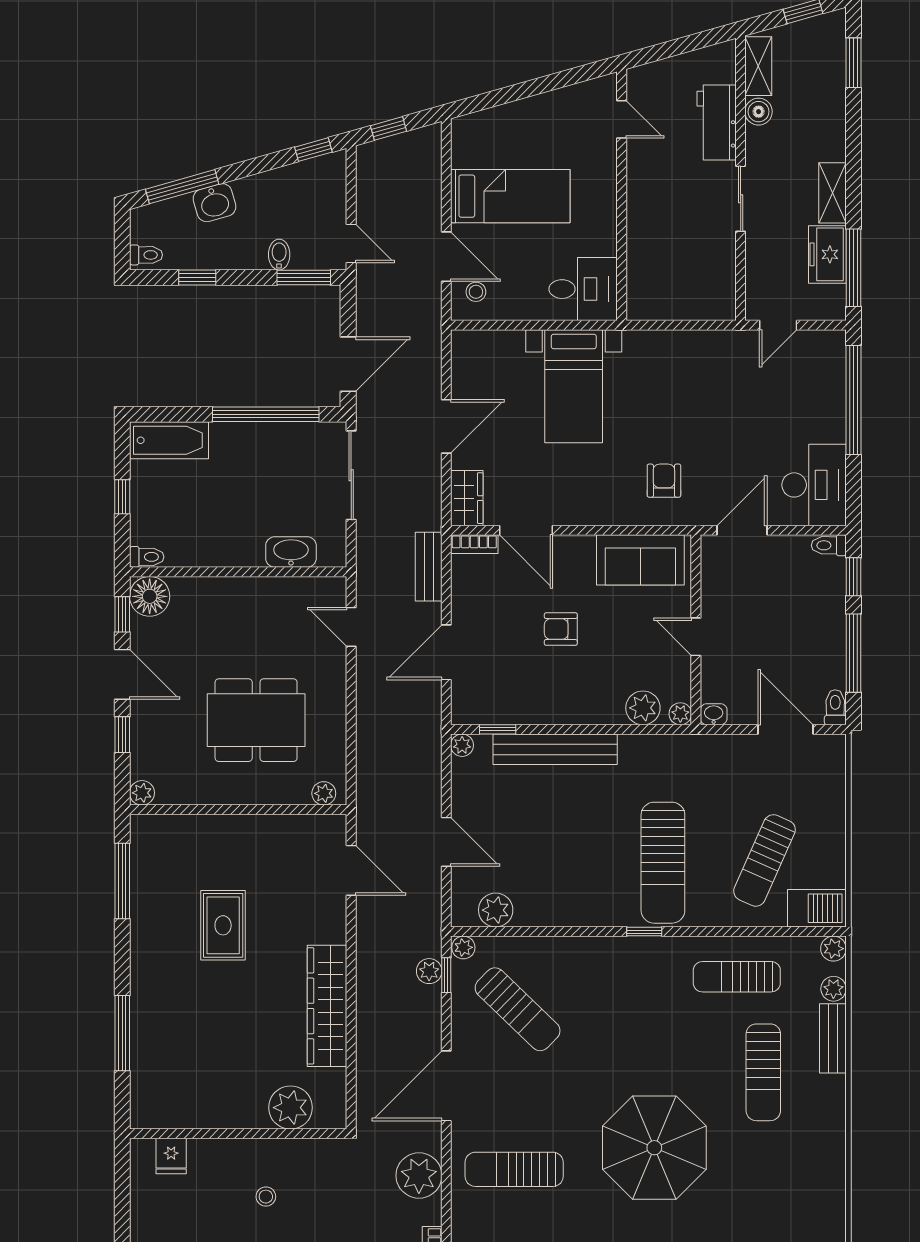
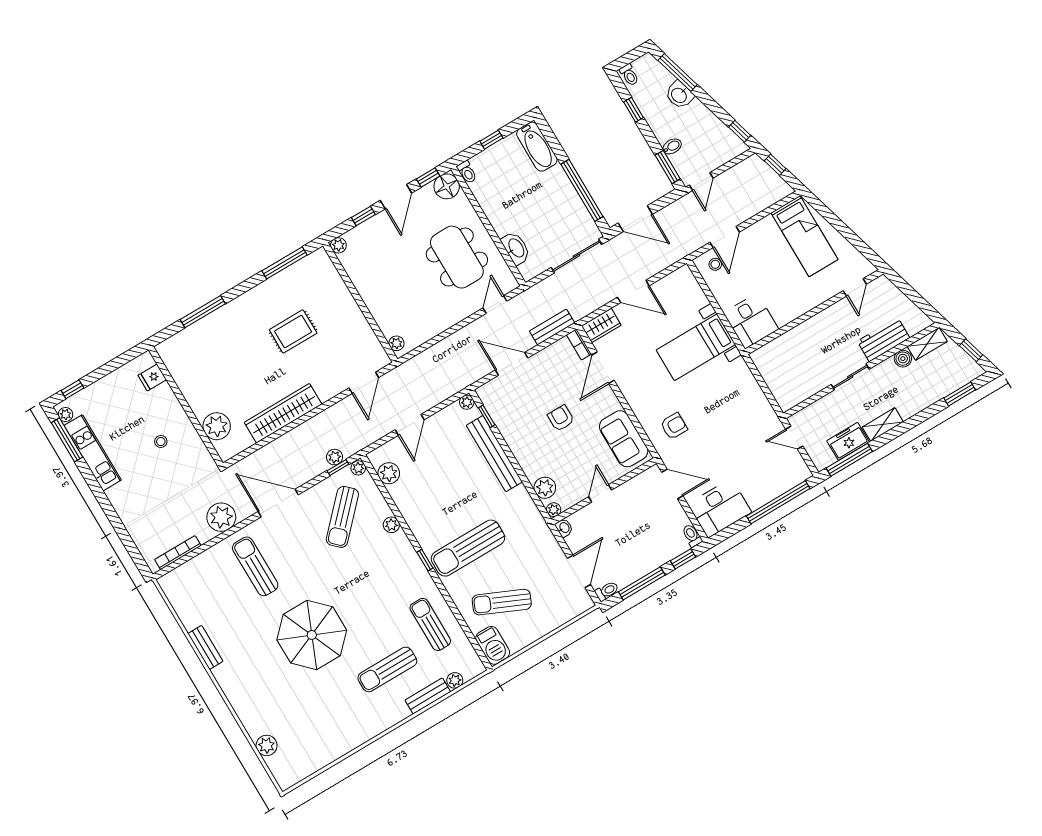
bed: (510, 196) -> (804, 236), moved
dining table: (256, 720) -> (457, 257), moved
plant: (833, 949) -> (391, 525), moved

